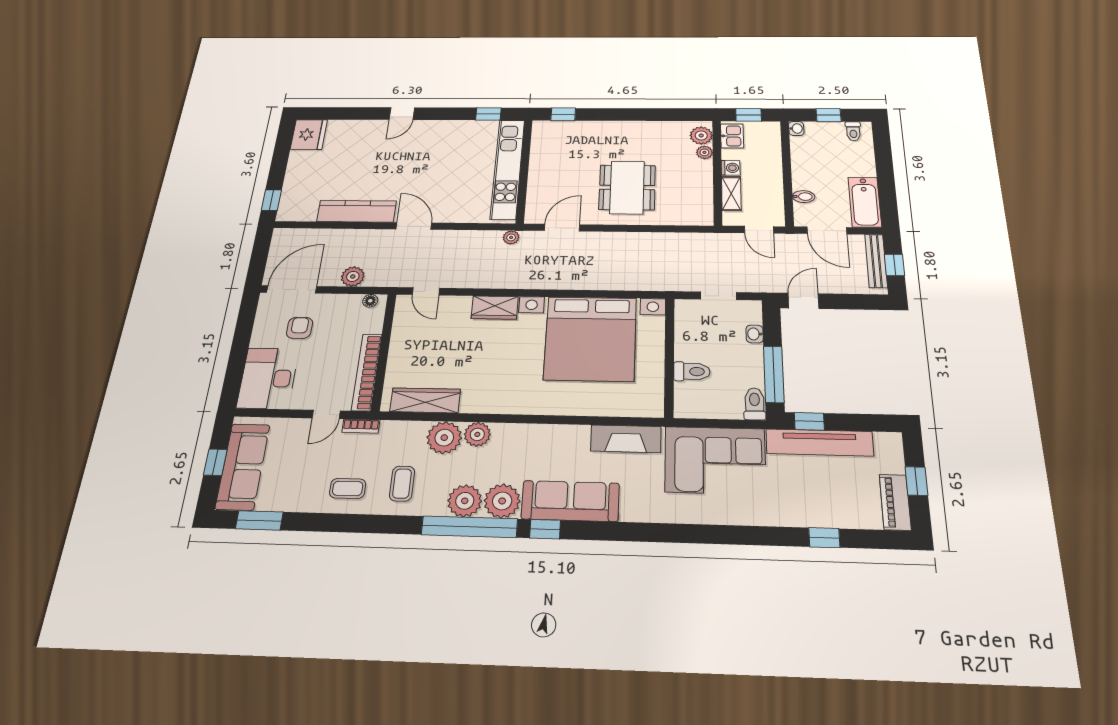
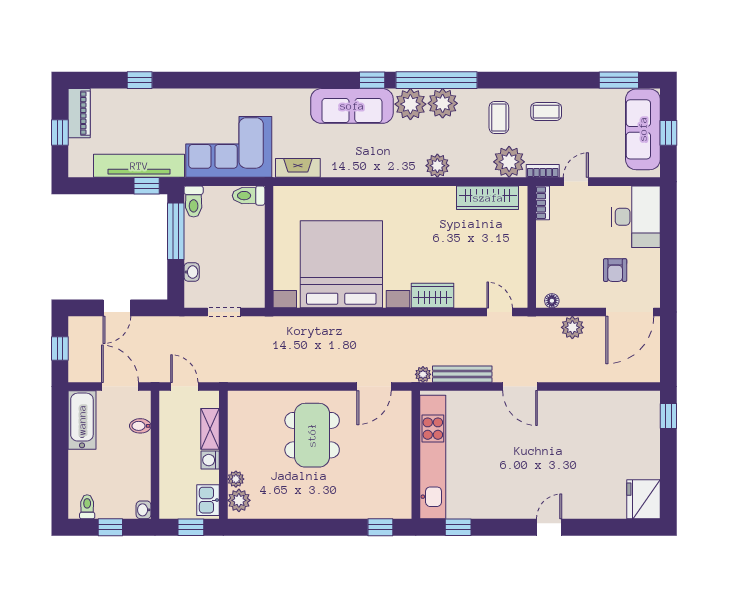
kitchen counter: (357, 211) -> (580, 403), removed
bench: (876, 261) -> (462, 374), moved, turned 90
door: (803, 301) -> (117, 308), moved
toilet: (692, 371) -> (249, 196), moved
bookcase: (367, 372) -> (543, 203), width x0.43, depth x0.76
plant: (444, 438) -> (509, 162), moved
fireplace: (626, 439) -> (298, 168), width x0.73, depth x0.76

